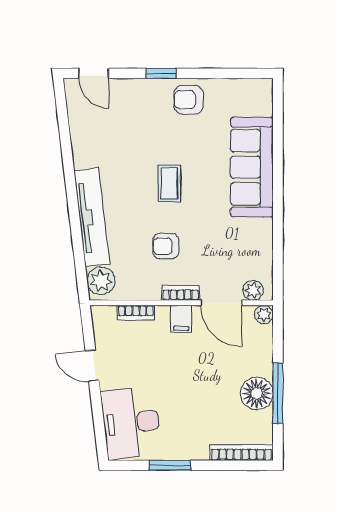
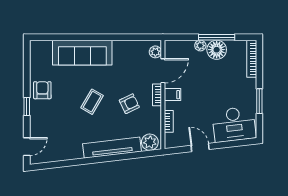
armchair: (189, 100) -> (42, 90), turned 180
coffee table: (169, 183) -> (92, 102), turned -60
armchair: (166, 246) -> (129, 104), turned -116
plant: (264, 314) -> (200, 46), moved
door: (92, 366) -> (200, 147), swing flipped

